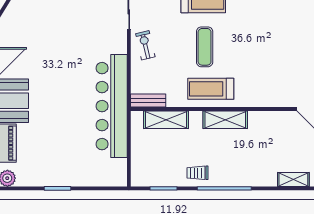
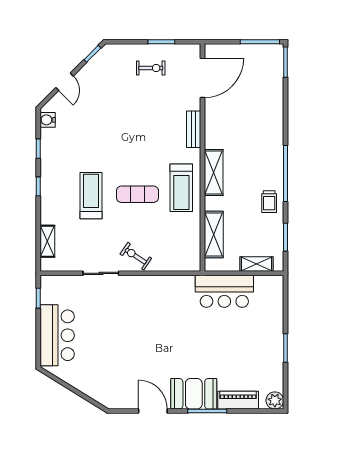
exercise bike: (145, 45) -> (136, 256), turned 47
bench: (148, 101) -> (194, 129), moved
bar counter: (112, 106) -> (224, 291), width x0.54
shelving: (293, 179) -> (257, 264), moved, turned 90

